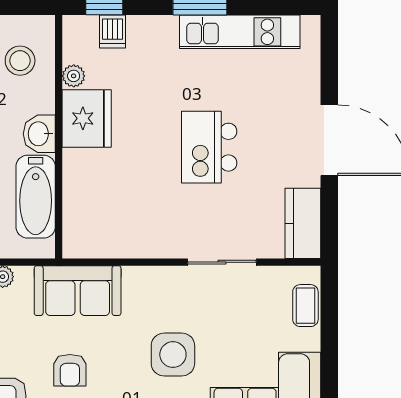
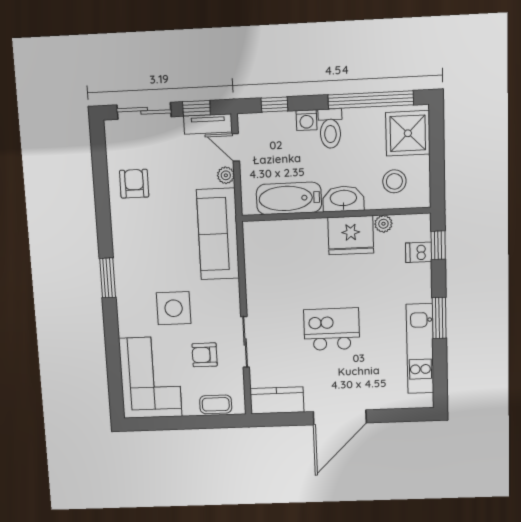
washbasin: (39, 134) -> (343, 199), width x1.38
sofa: (78, 291) -> (218, 234), width x1.36
armchair: (70, 370) -> (205, 355), moved

